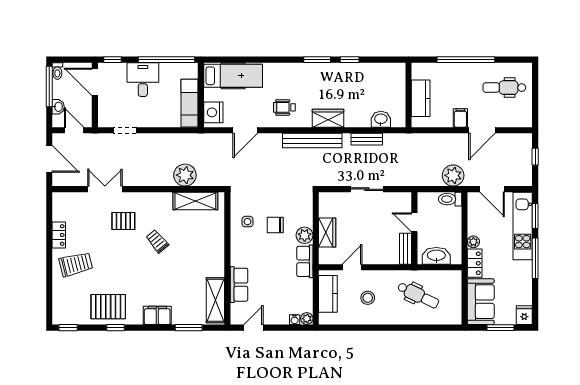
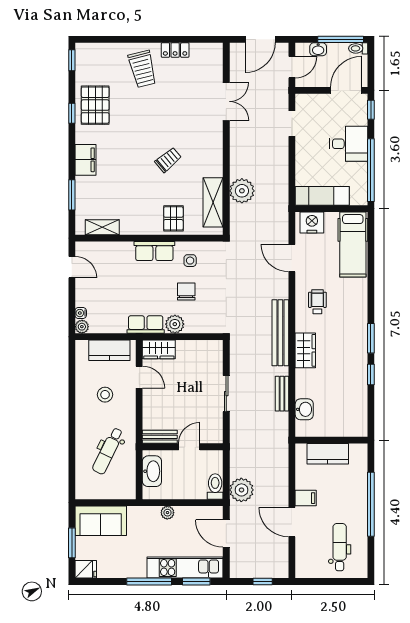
door: (492, 189) -> (226, 534), hinge flipped
pallet: (123, 221) -> (173, 218), moved
wardrobe: (327, 232) -> (159, 349), moved
locker: (475, 263) -> (144, 514), removed
row of seats: (239, 285) -> (154, 251), moved
shelving: (215, 300) -> (102, 227), width x0.67, depth x0.75

